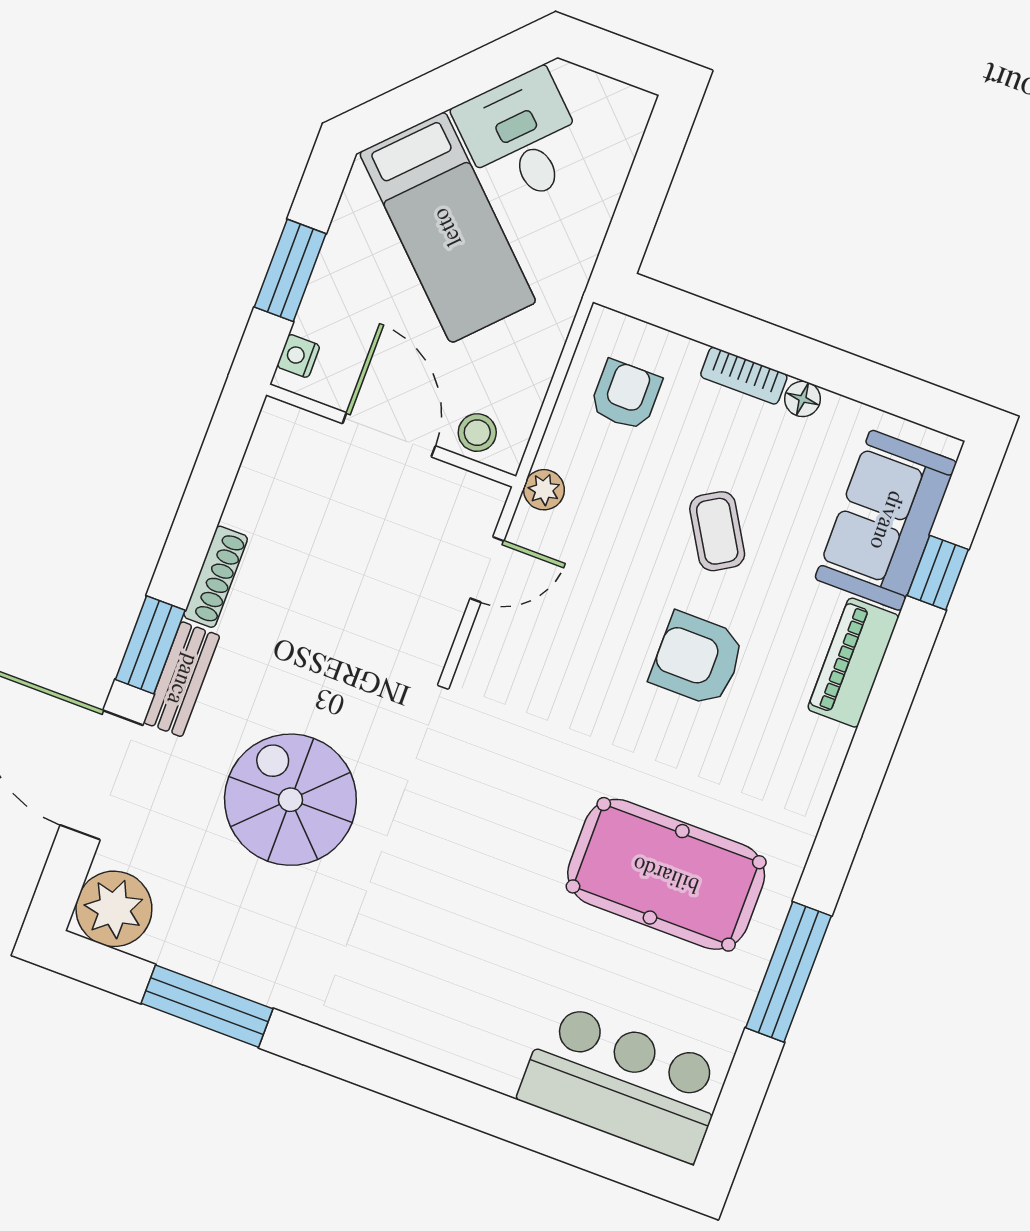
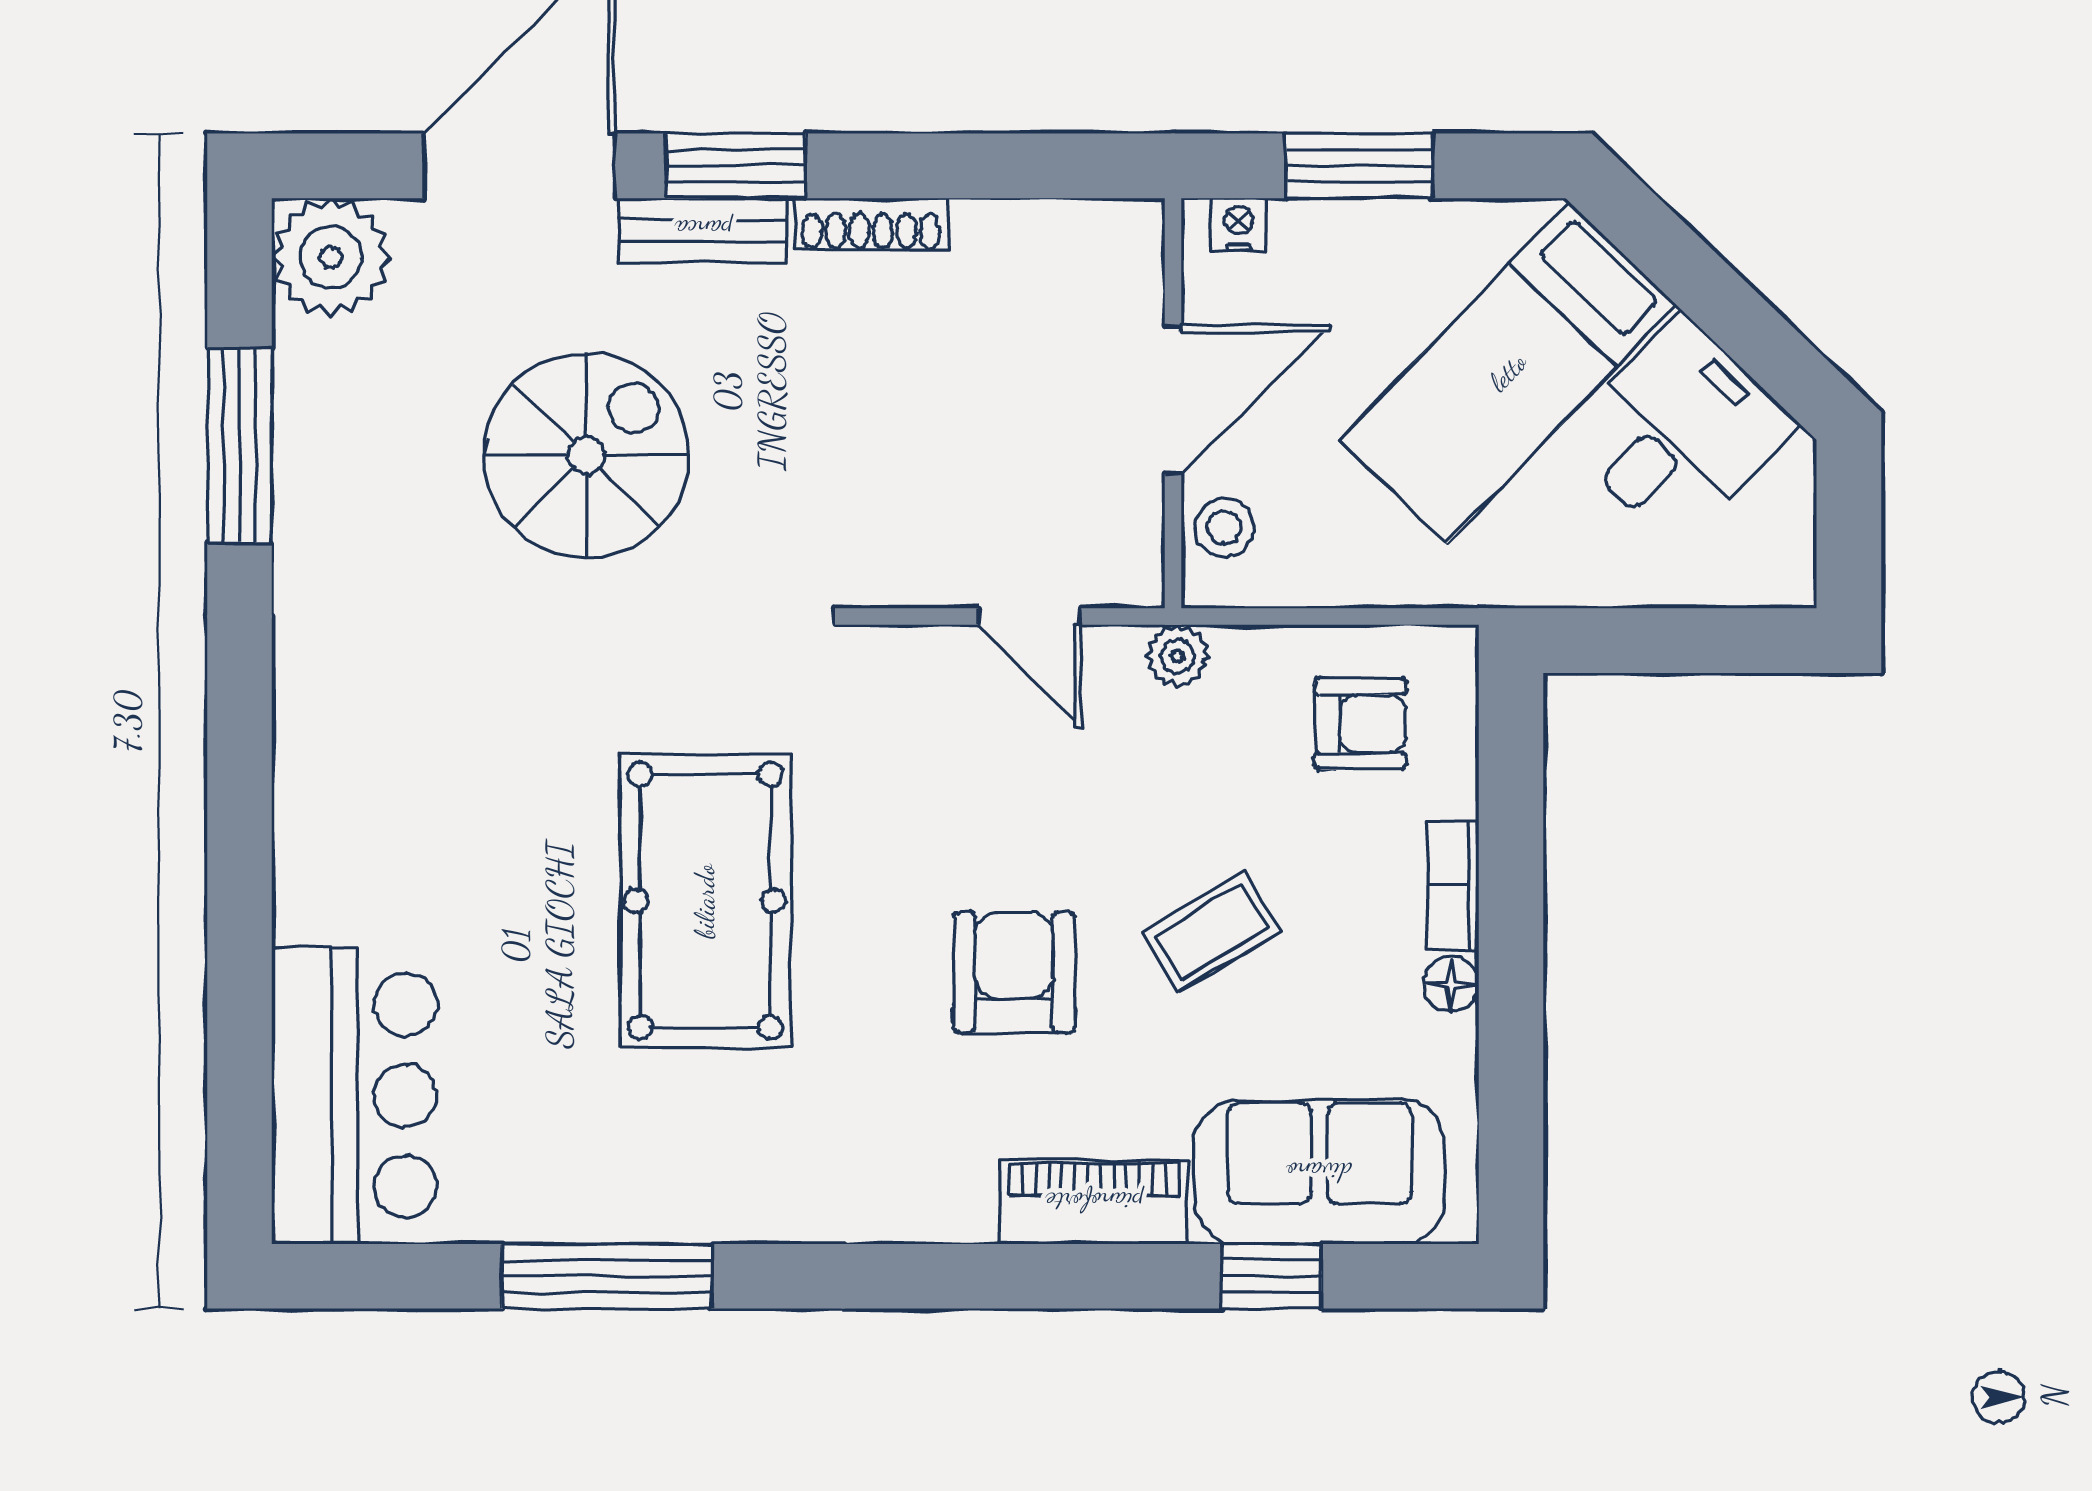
pool table: (666, 874) -> (705, 901), moved

